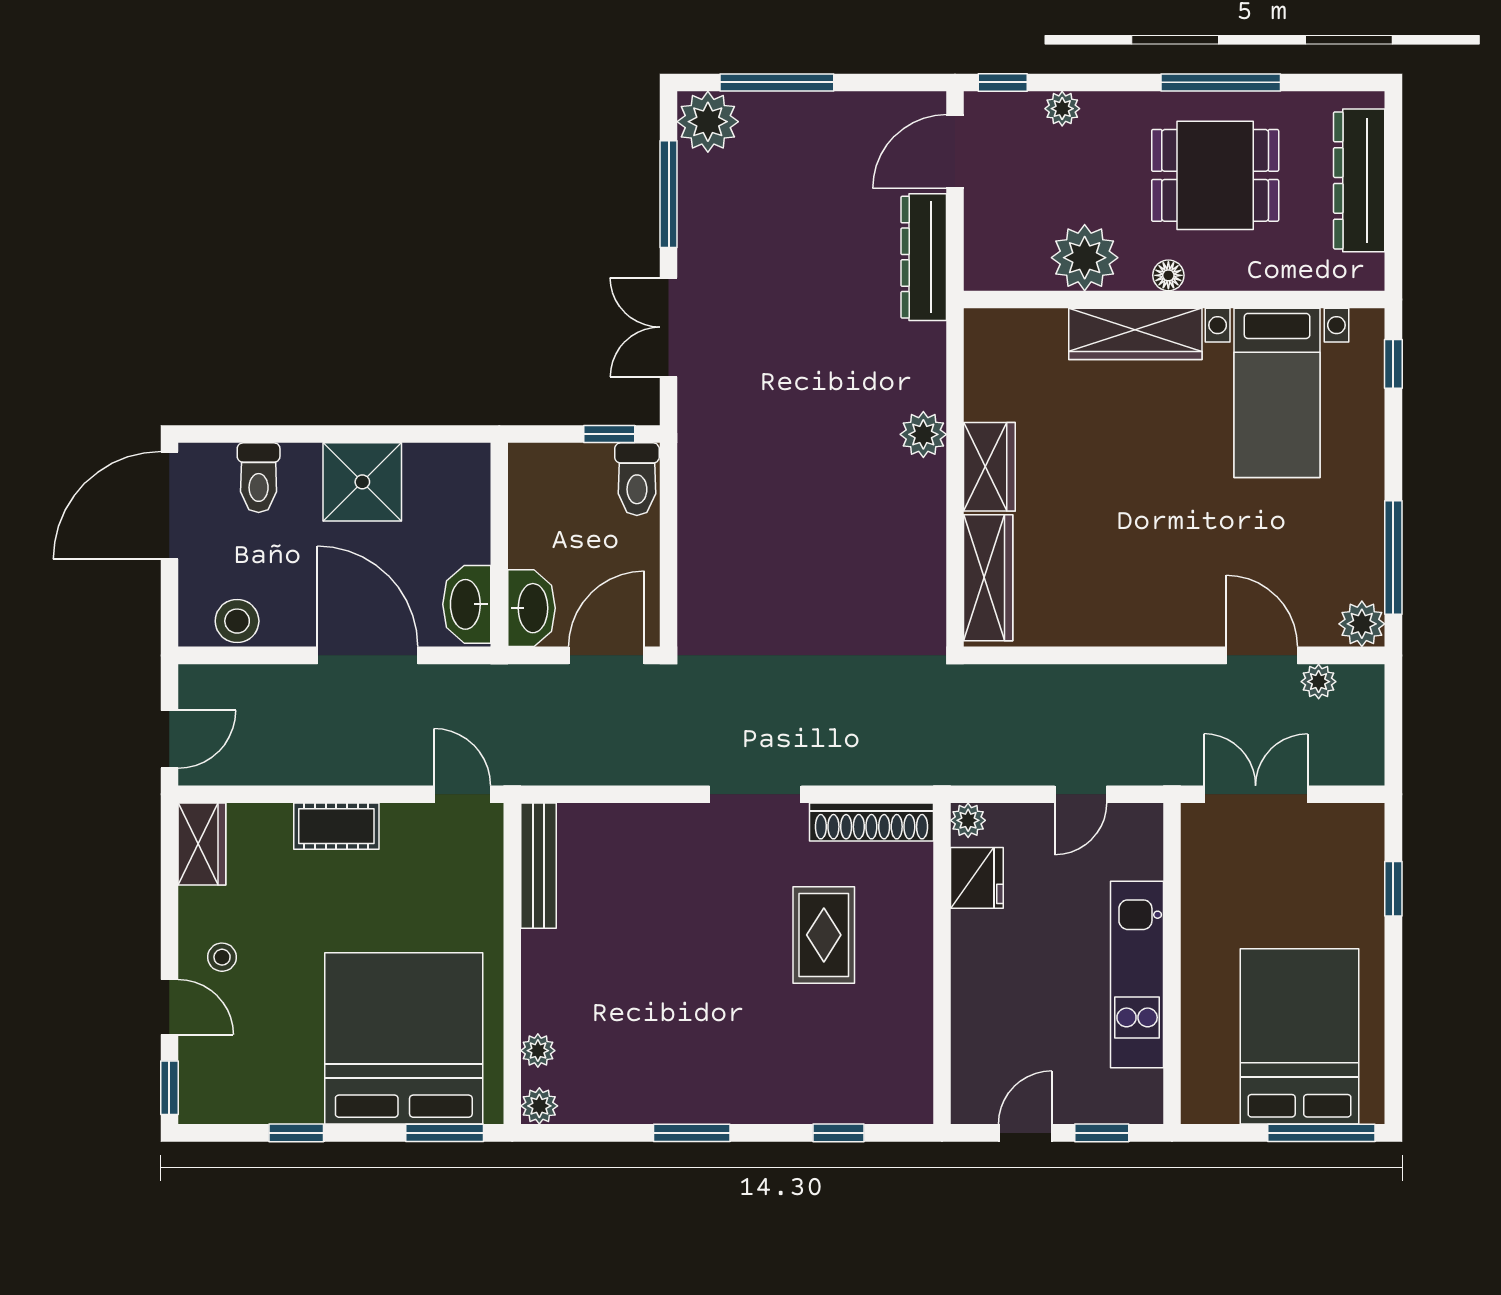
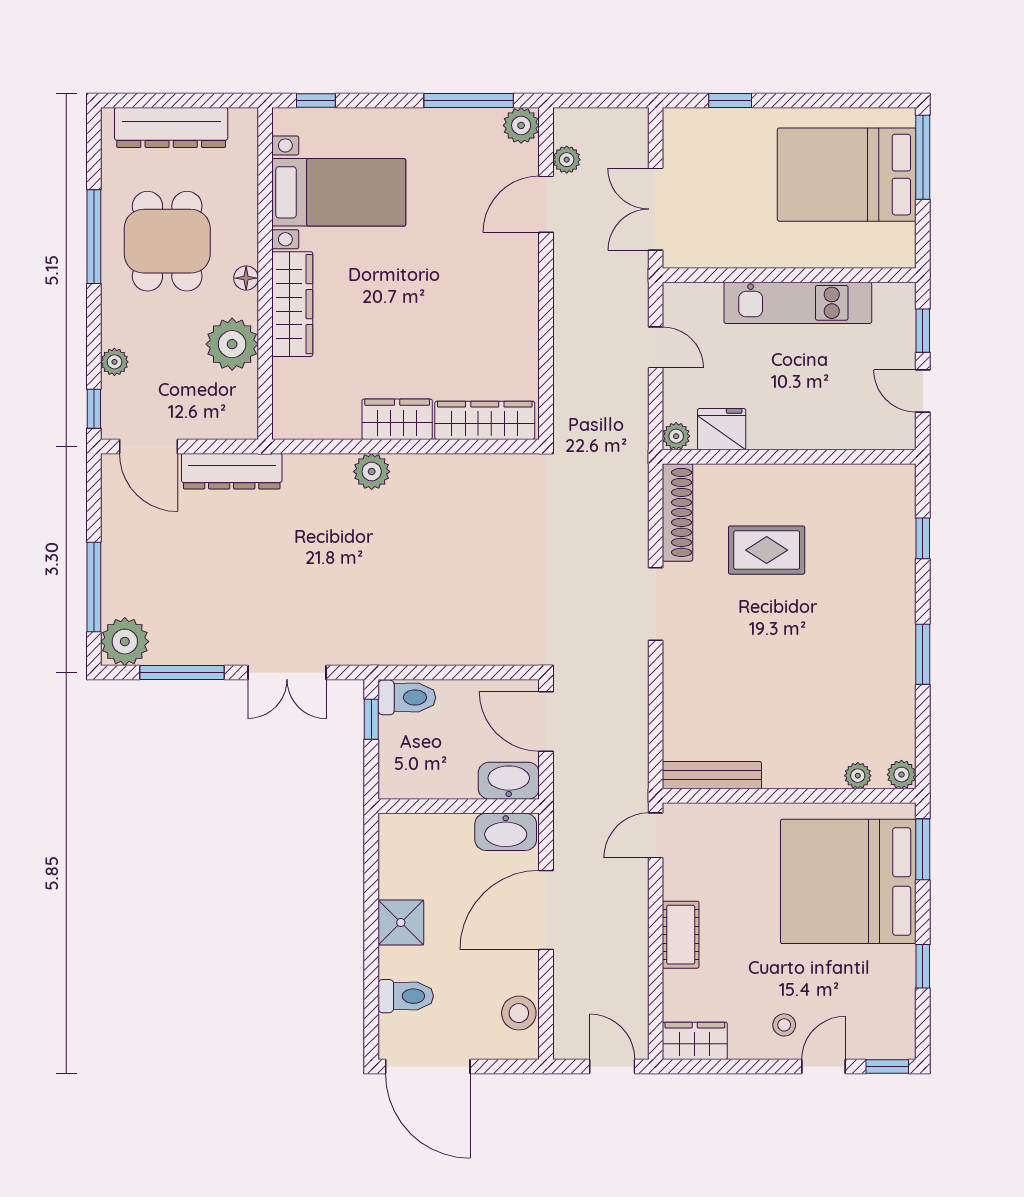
shower: (362, 482) -> (401, 922), width x0.73, depth x0.73

